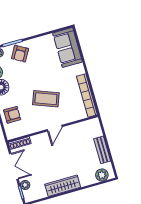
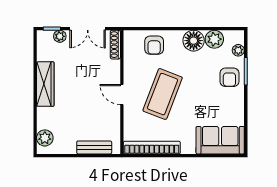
armchair: (20, 54) -> (229, 77), turned -120
coffee table: (46, 99) -> (163, 94), width x1.36, depth x1.32
bench: (102, 150) -> (94, 147), moved

